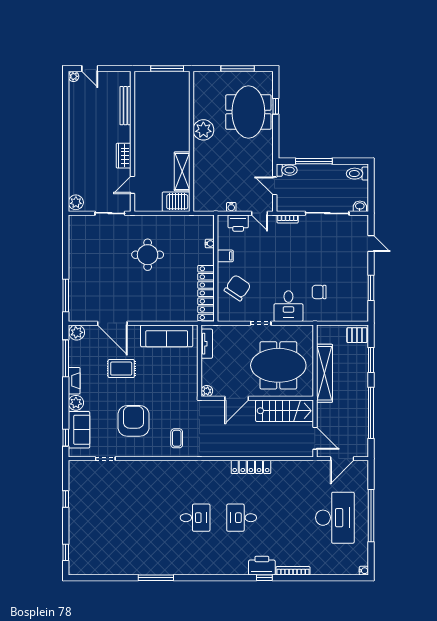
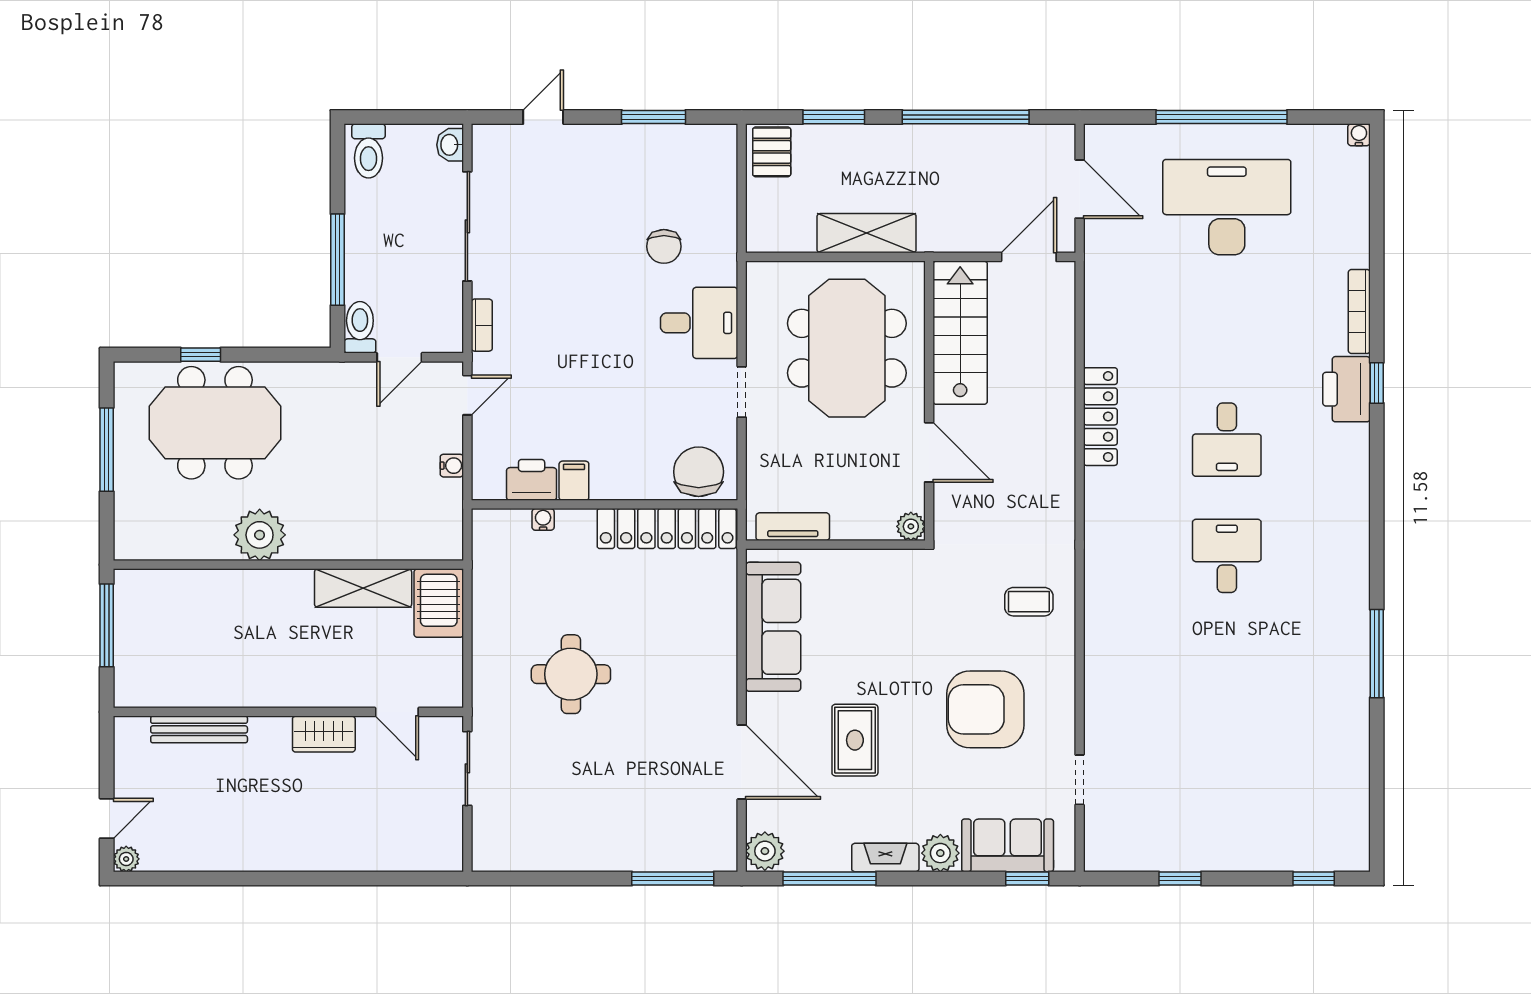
plant: (76, 202) -> (440, 853), removed
printer: (238, 223) -> (532, 480), moved, turned -90
chair: (237, 288) -> (699, 472), moved, turned 56
door: (112, 323) -> (742, 762), hinge flipped
shelving: (324, 373) -> (867, 233), width x0.68

